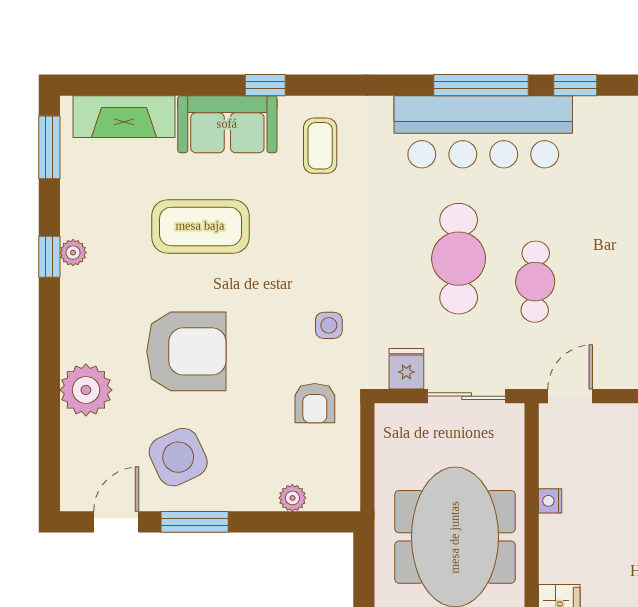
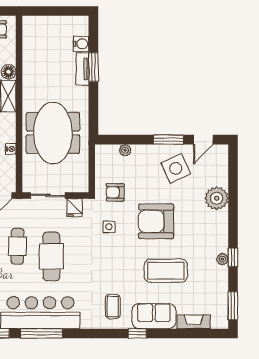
fireplace: (124, 117) -> (194, 322), width x0.73, depth x0.76
armchair: (186, 351) -> (156, 221), moved
armchair: (315, 403) -> (115, 192), turned -90

